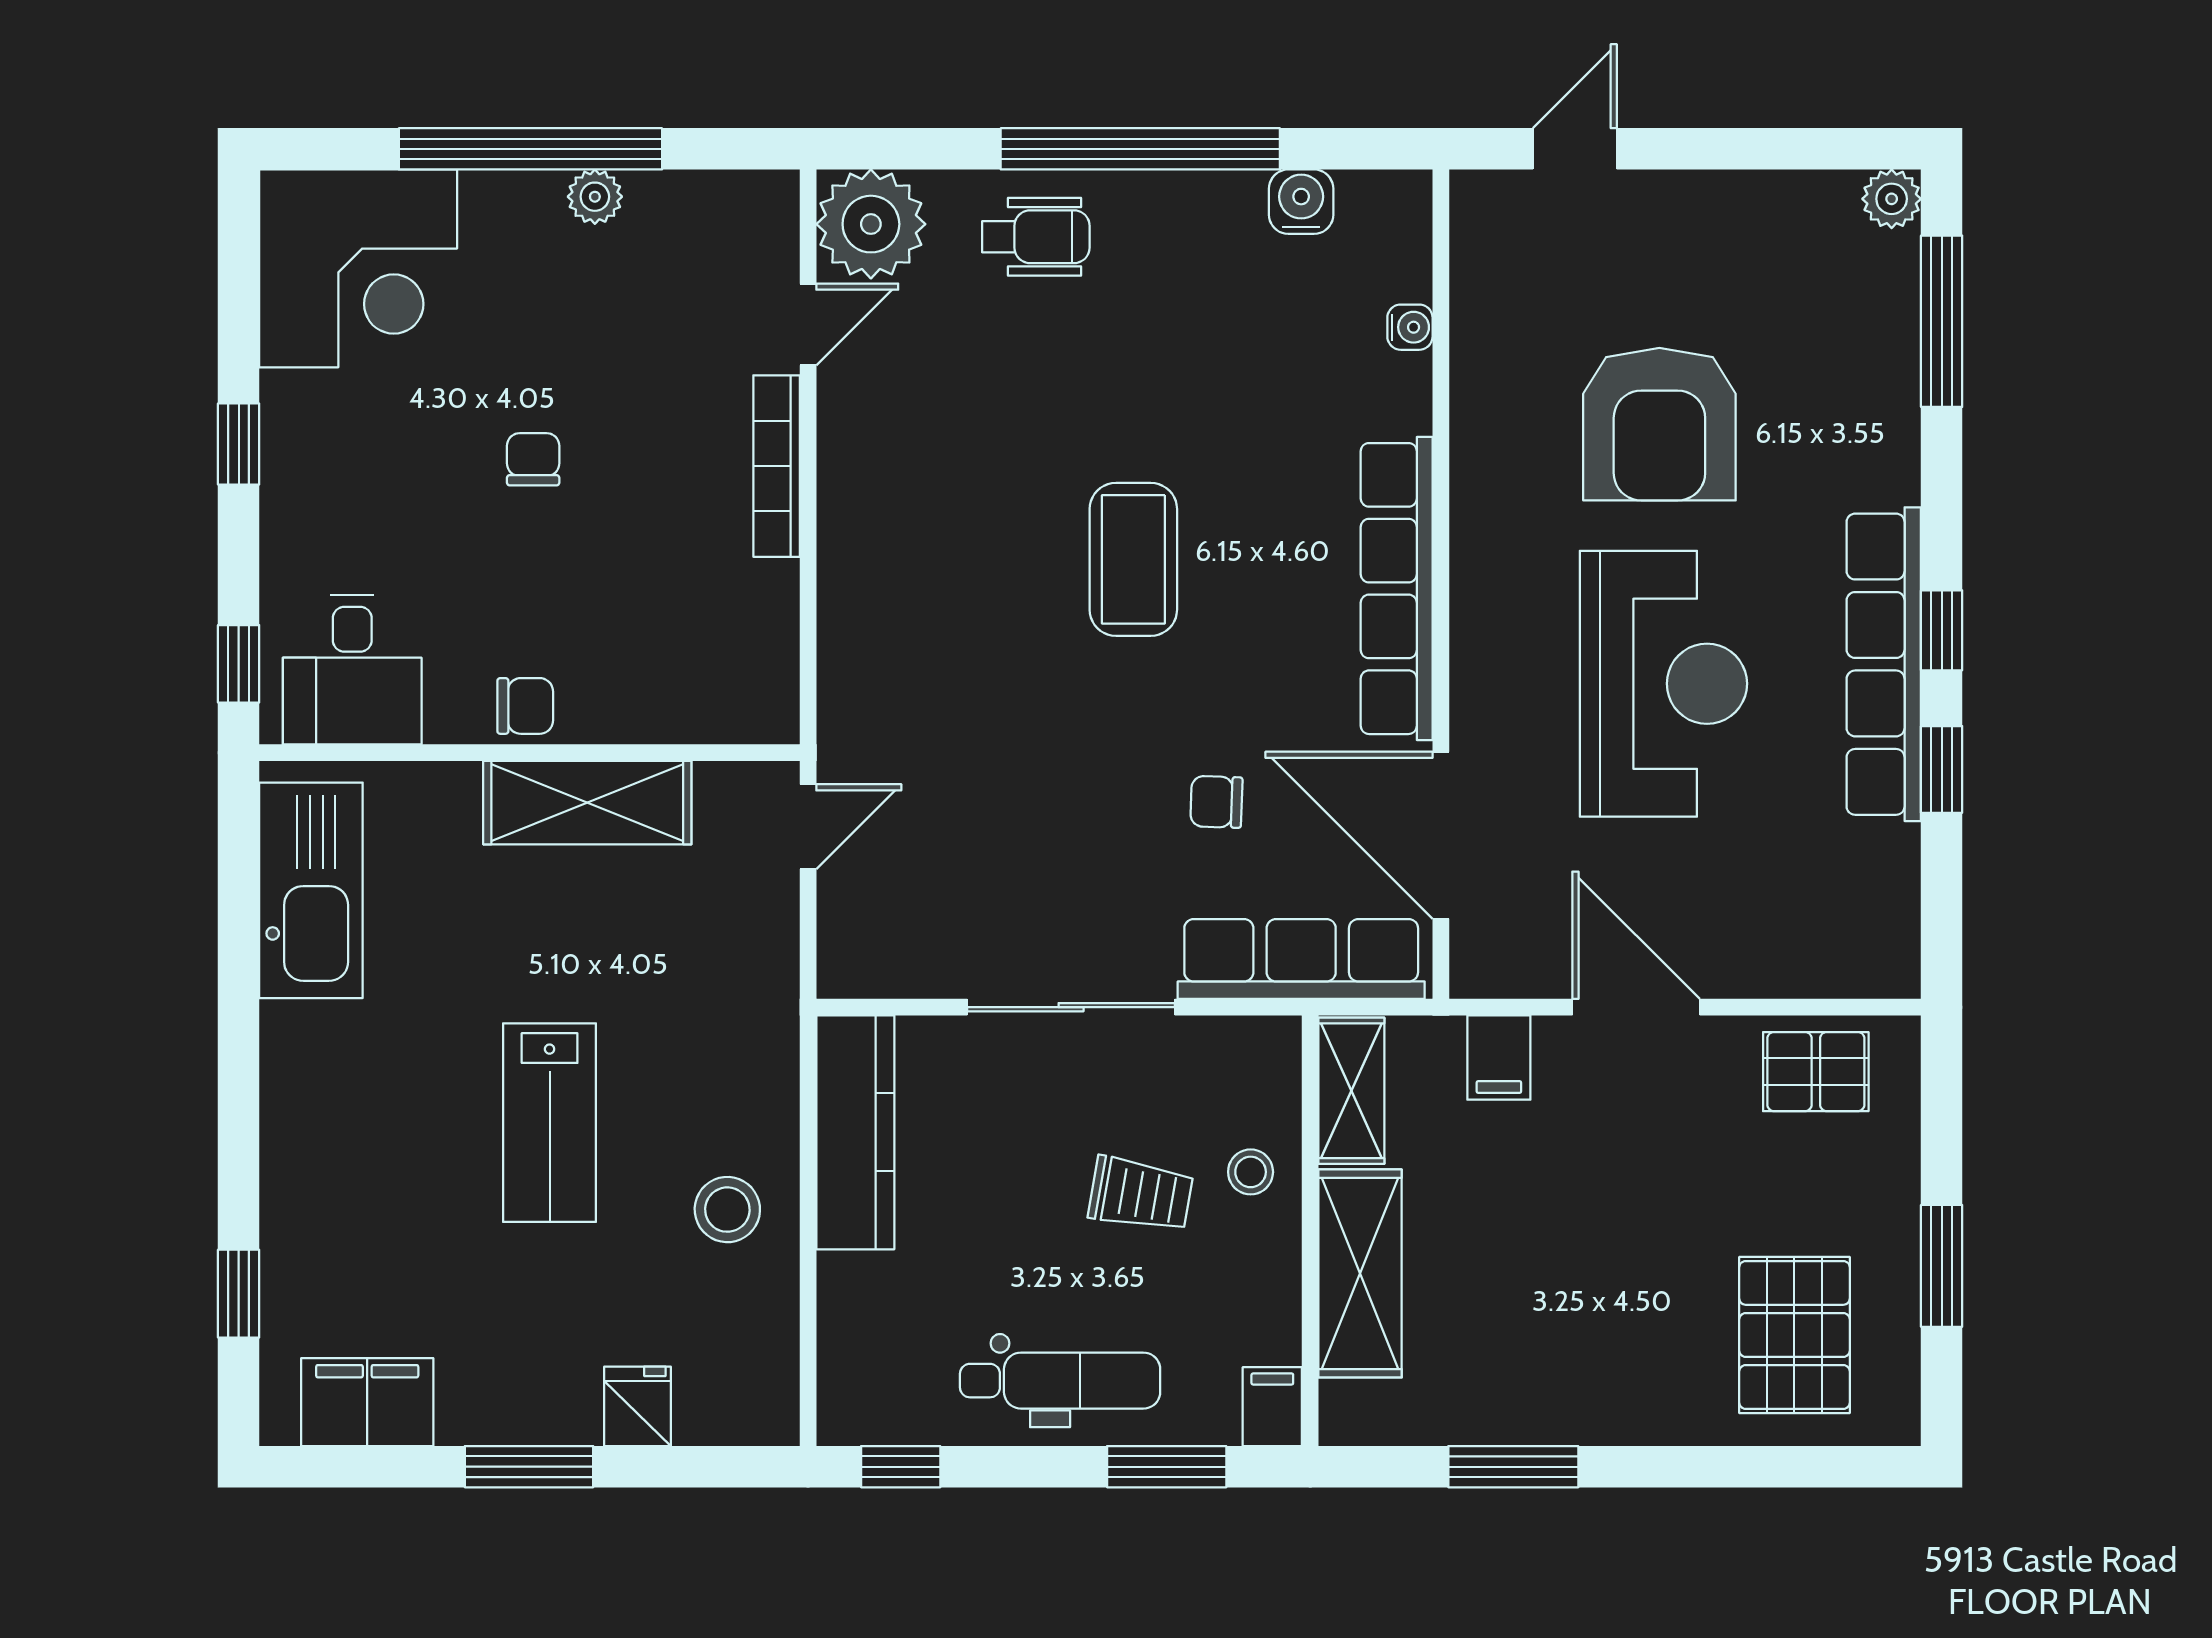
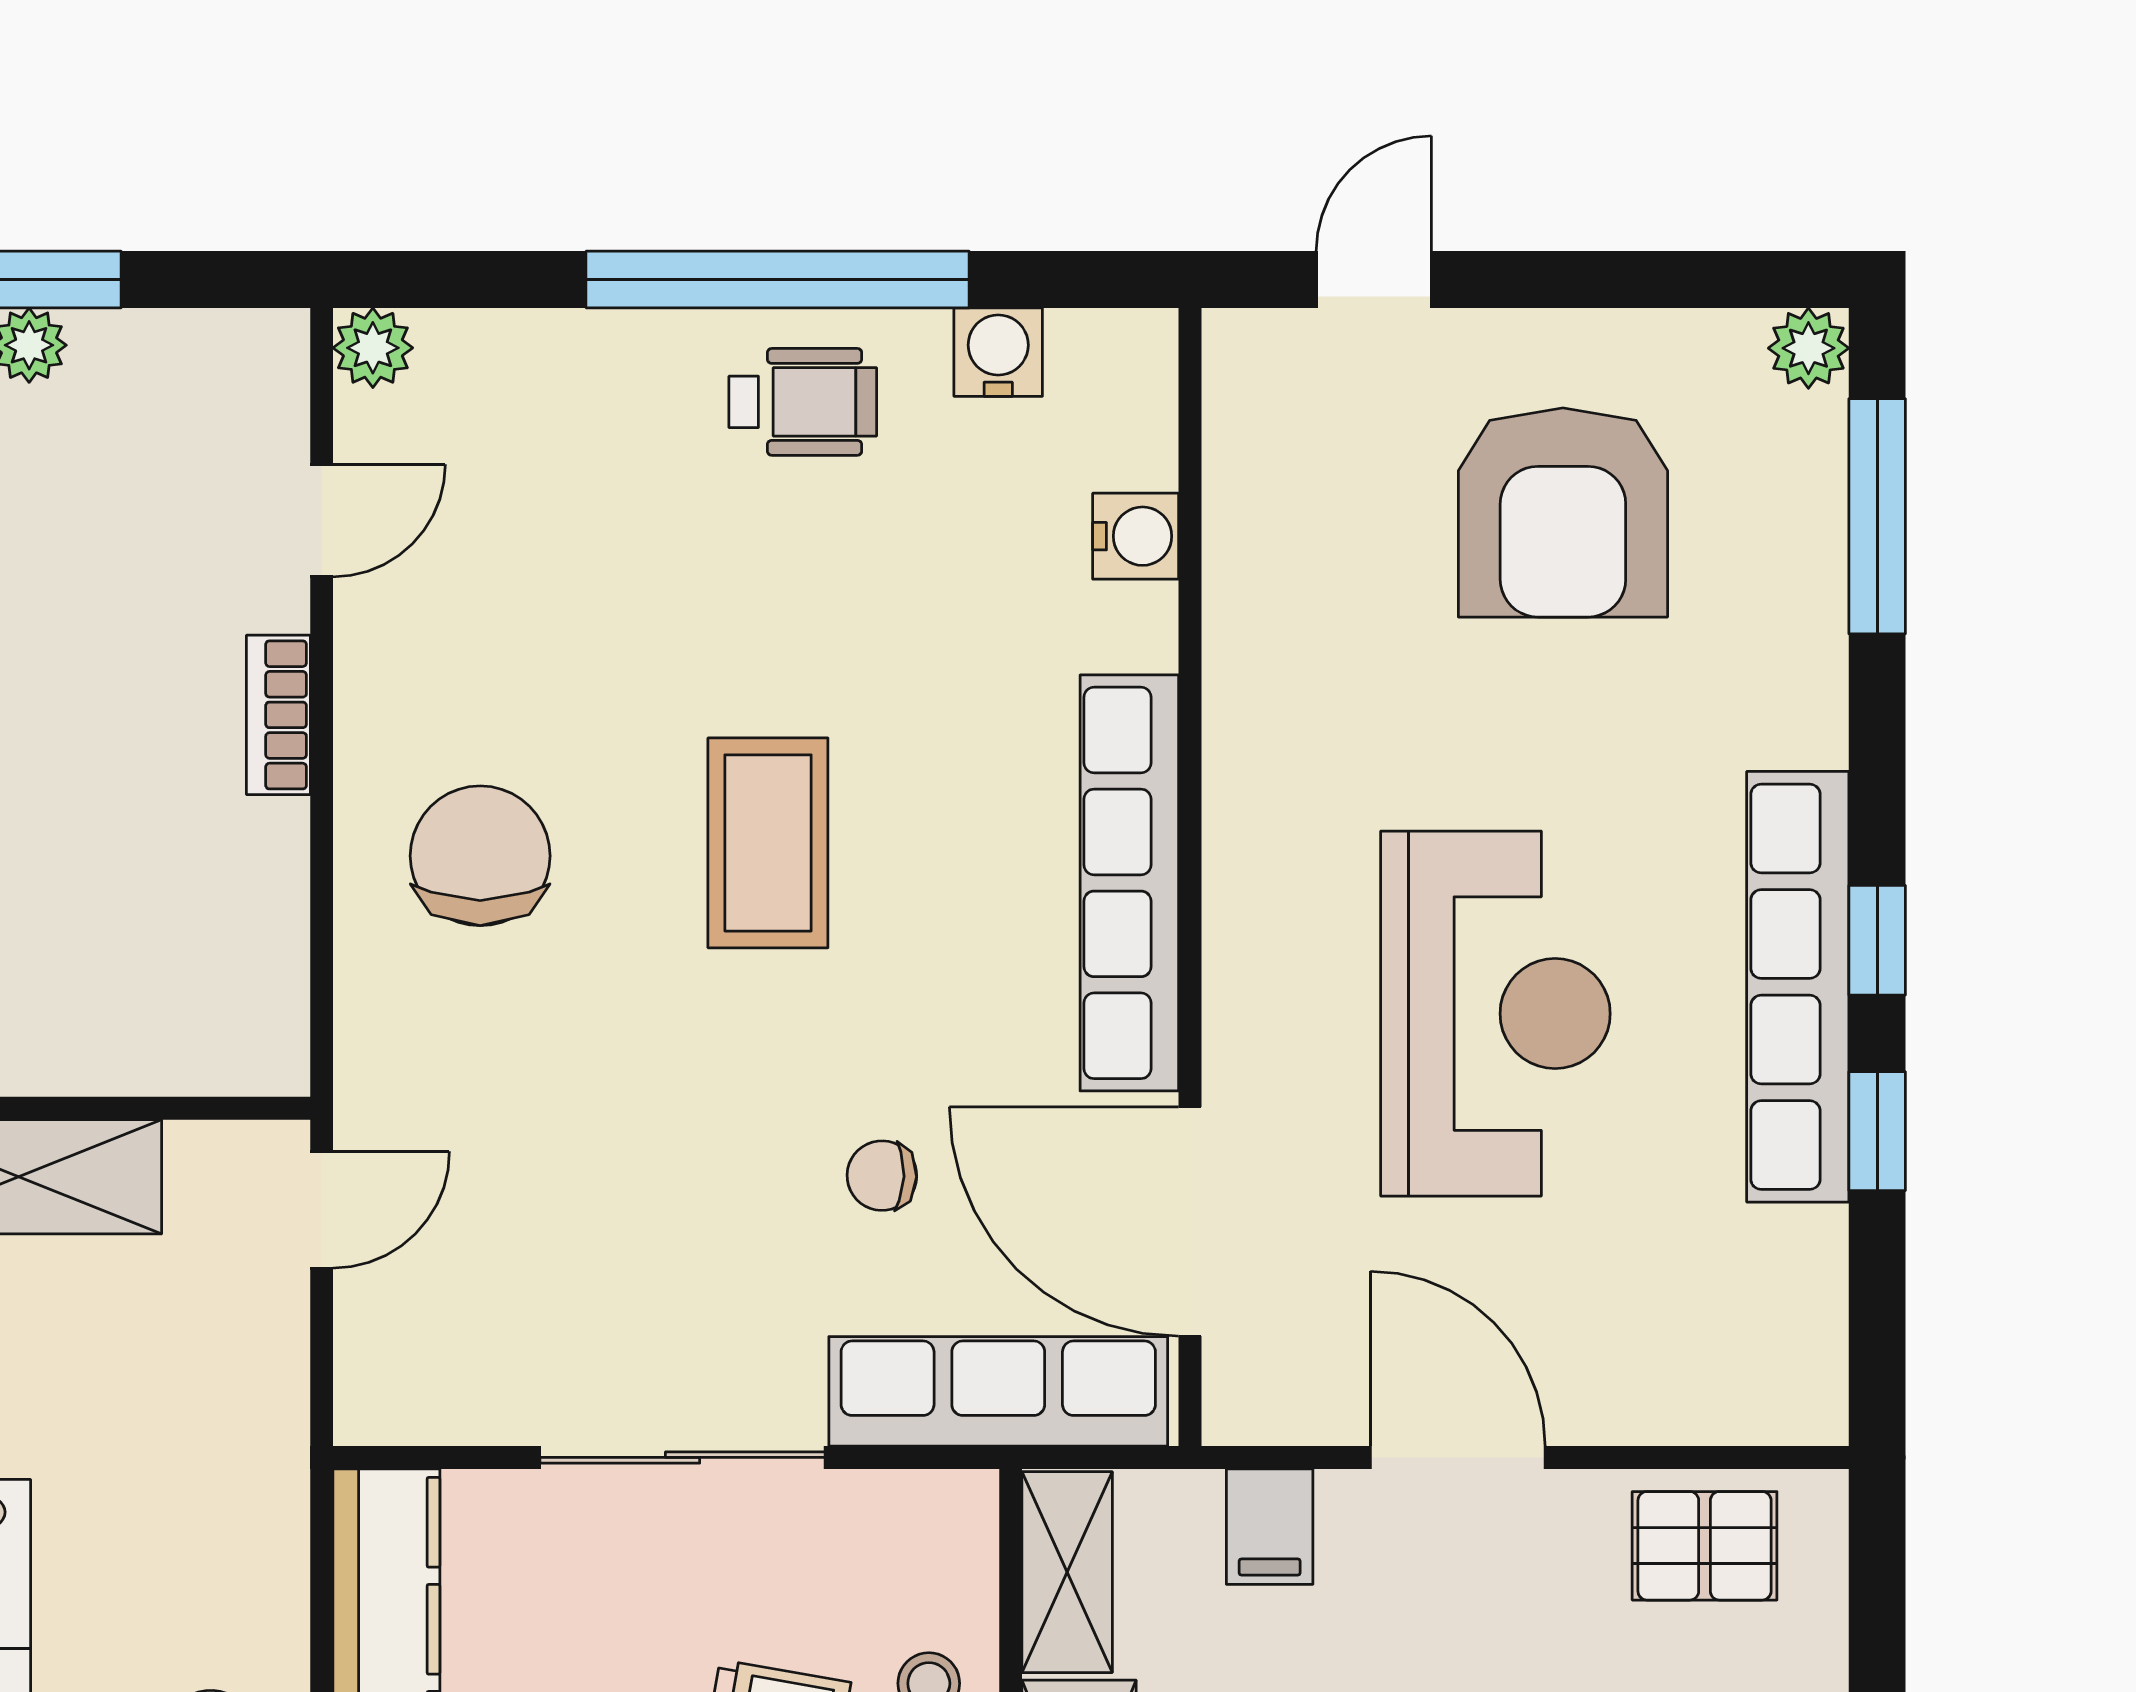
plant: (871, 224) -> (373, 348), width x0.53, depth x0.53
wheelchair: (1036, 237) -> (803, 402), moved
water cooler: (1410, 327) -> (1136, 536), width x1.38, depth x1.38
armchair: (1659, 424) -> (1563, 512), moved
bookcase: (777, 466) -> (278, 715), width x0.64
chair: (924, 569) -> (480, 856), added

